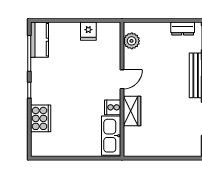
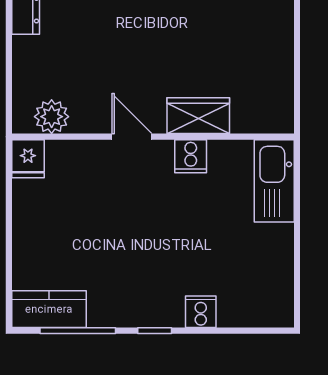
fridge: (88, 31) -> (28, 159), moved, turned 90
cooker: (41, 118) -> (201, 312), width x0.53, depth x0.76
kitchen sink: (111, 136) -> (274, 181), moved, turned 90

